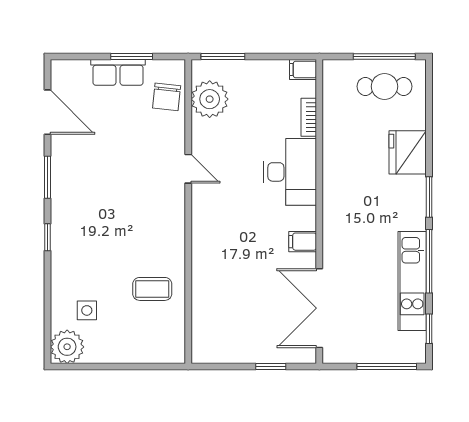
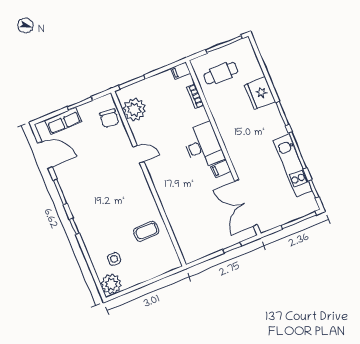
row of seats: (118, 72) -> (63, 121), moved
cafe table: (384, 86) -> (221, 73), moved
desk: (290, 172) -> (203, 146), moved

